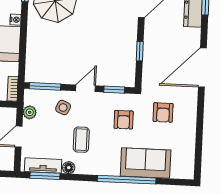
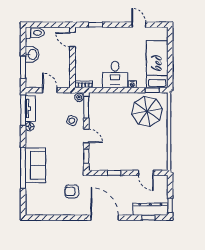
plant: (30, 112) -> (79, 97), moved
armchair: (124, 120) -> (65, 164), removed
coffee table: (81, 140) -> (50, 135), removed
sofa: (146, 163) -> (35, 165), moved
window: (45, 176) -> (23, 110), width x1.44

